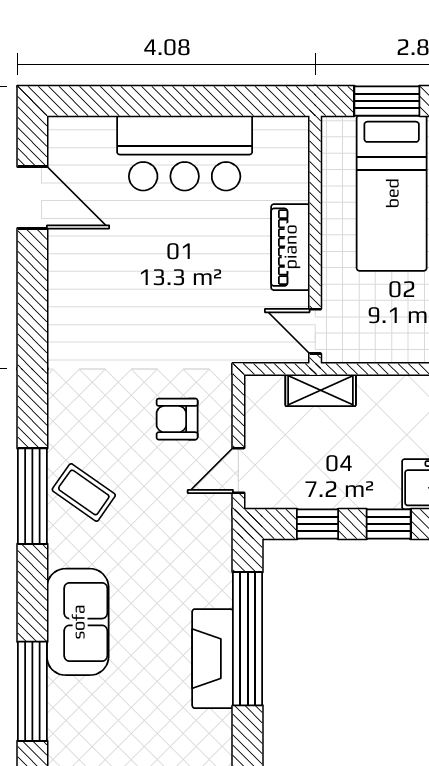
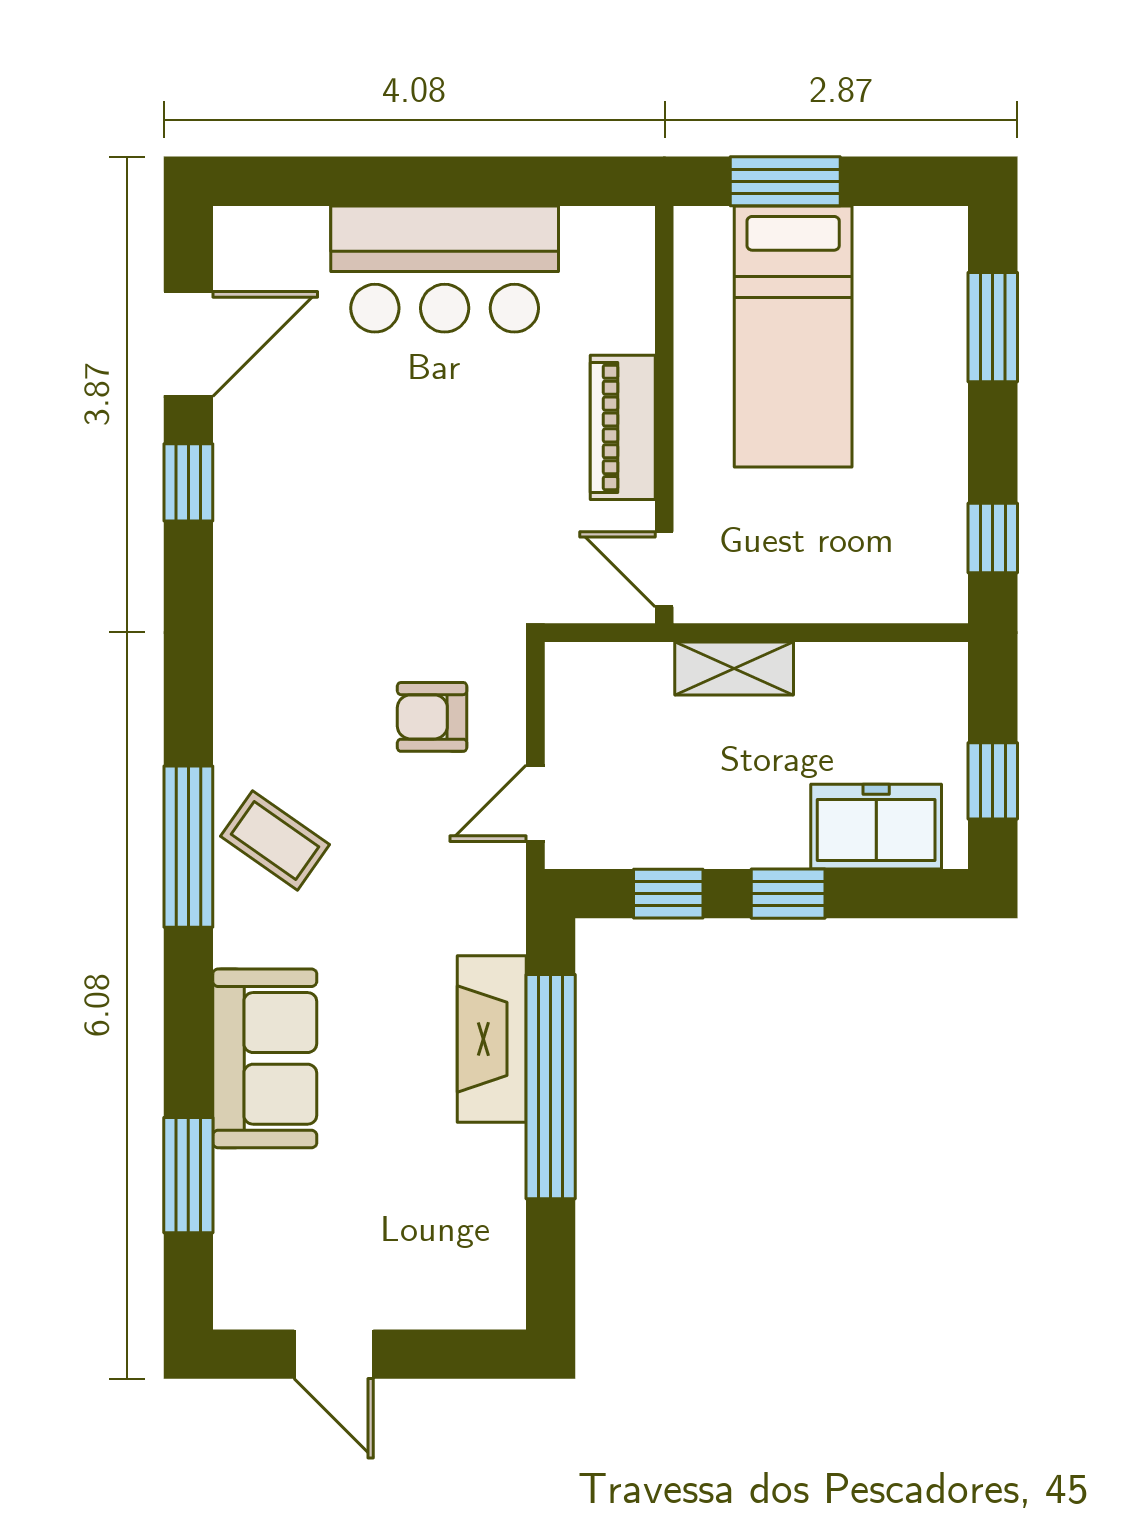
door: (32, 198) -> (188, 344), hinge flipped
window: (32, 280) -> (188, 482), added
shelving: (321, 390) -> (734, 669), moved
fireplace: (213, 659) -> (492, 1039), moved
window: (32, 691) -> (188, 1175), width x0.69

